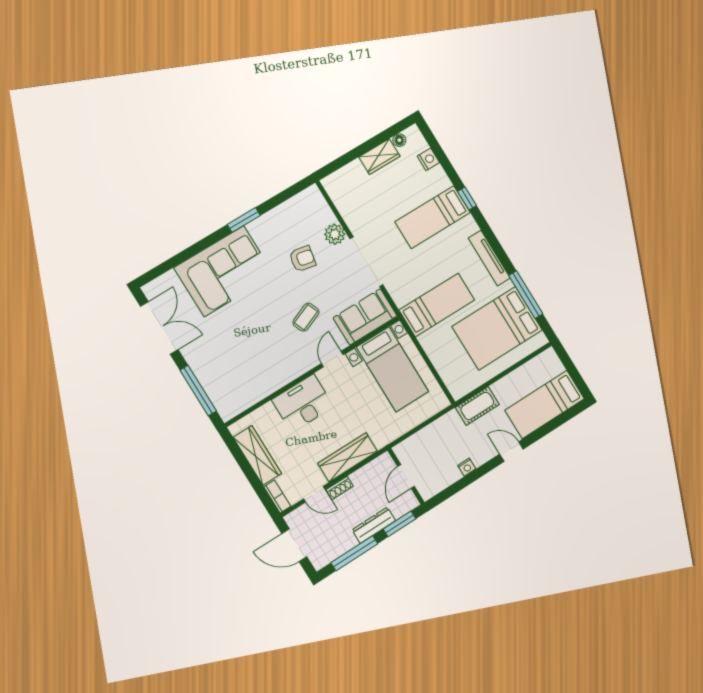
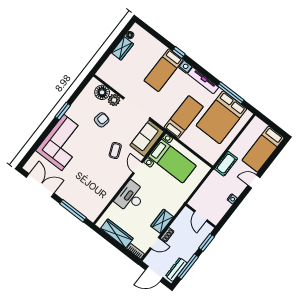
nightstand: (428, 159) -> (185, 67), moved
floor lamp: (320, 214) -> (102, 92), added
wardrobe: (348, 457) -> (162, 221), width x0.67
dresser: (374, 525) -> (176, 269), moved

